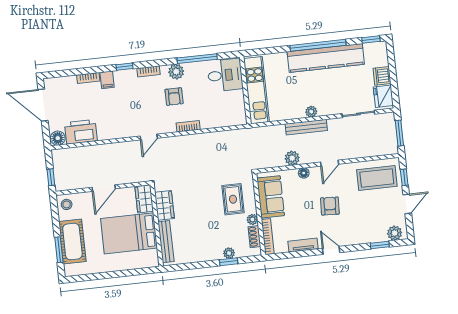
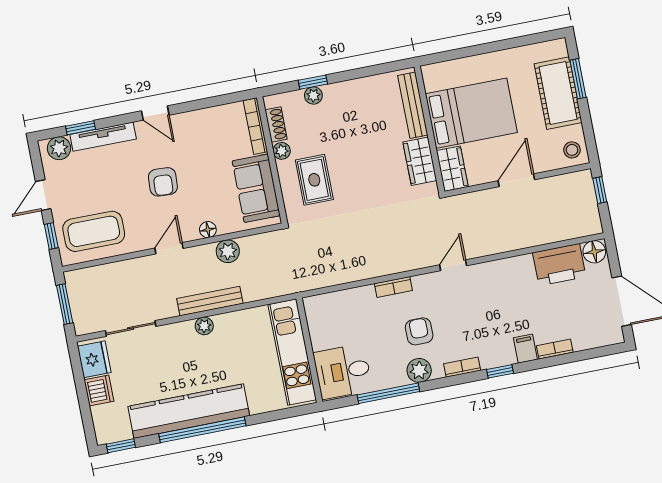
tv unit: (303, 245) -> (103, 137), moved, width x1.41

